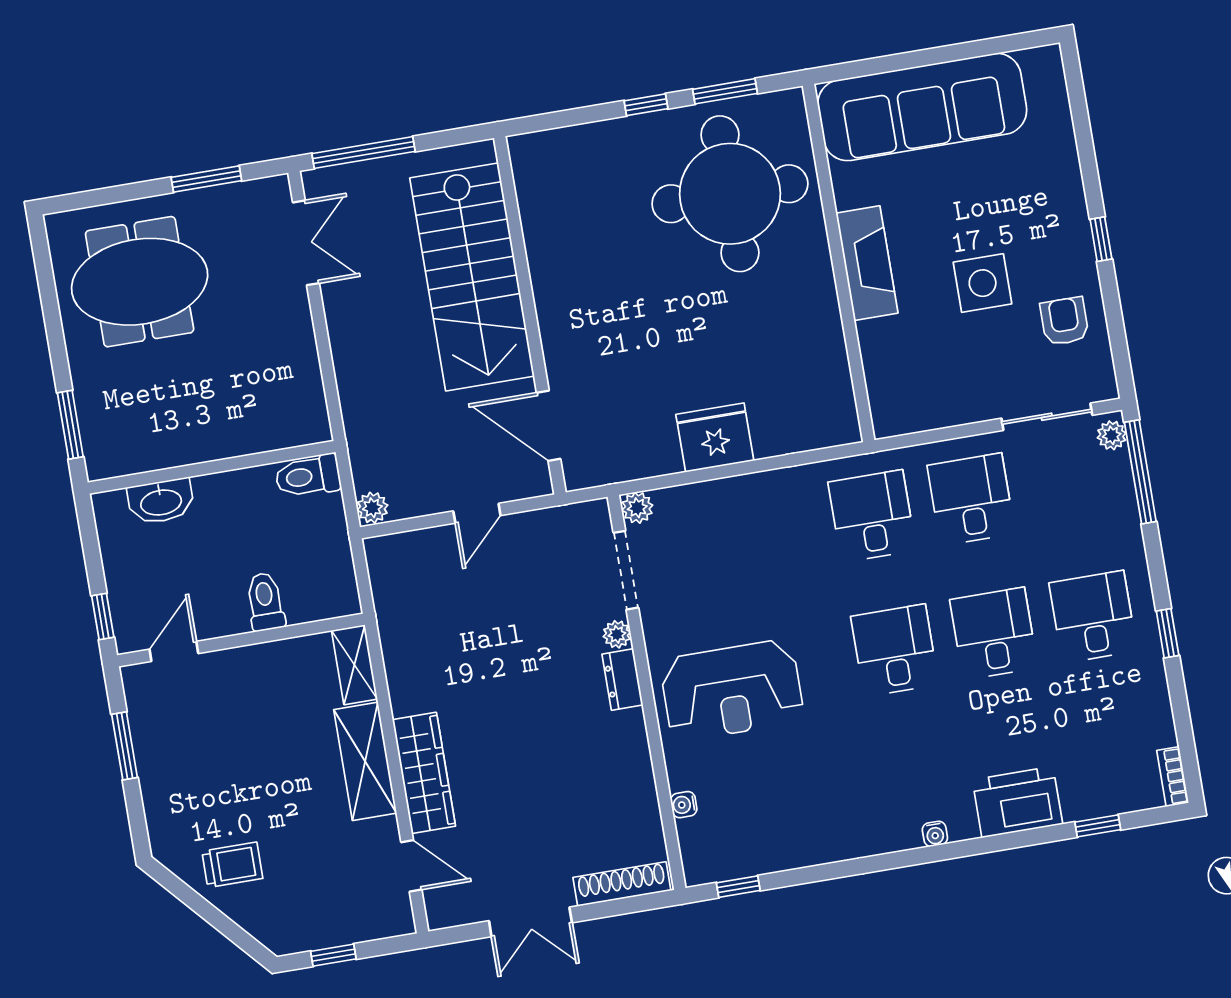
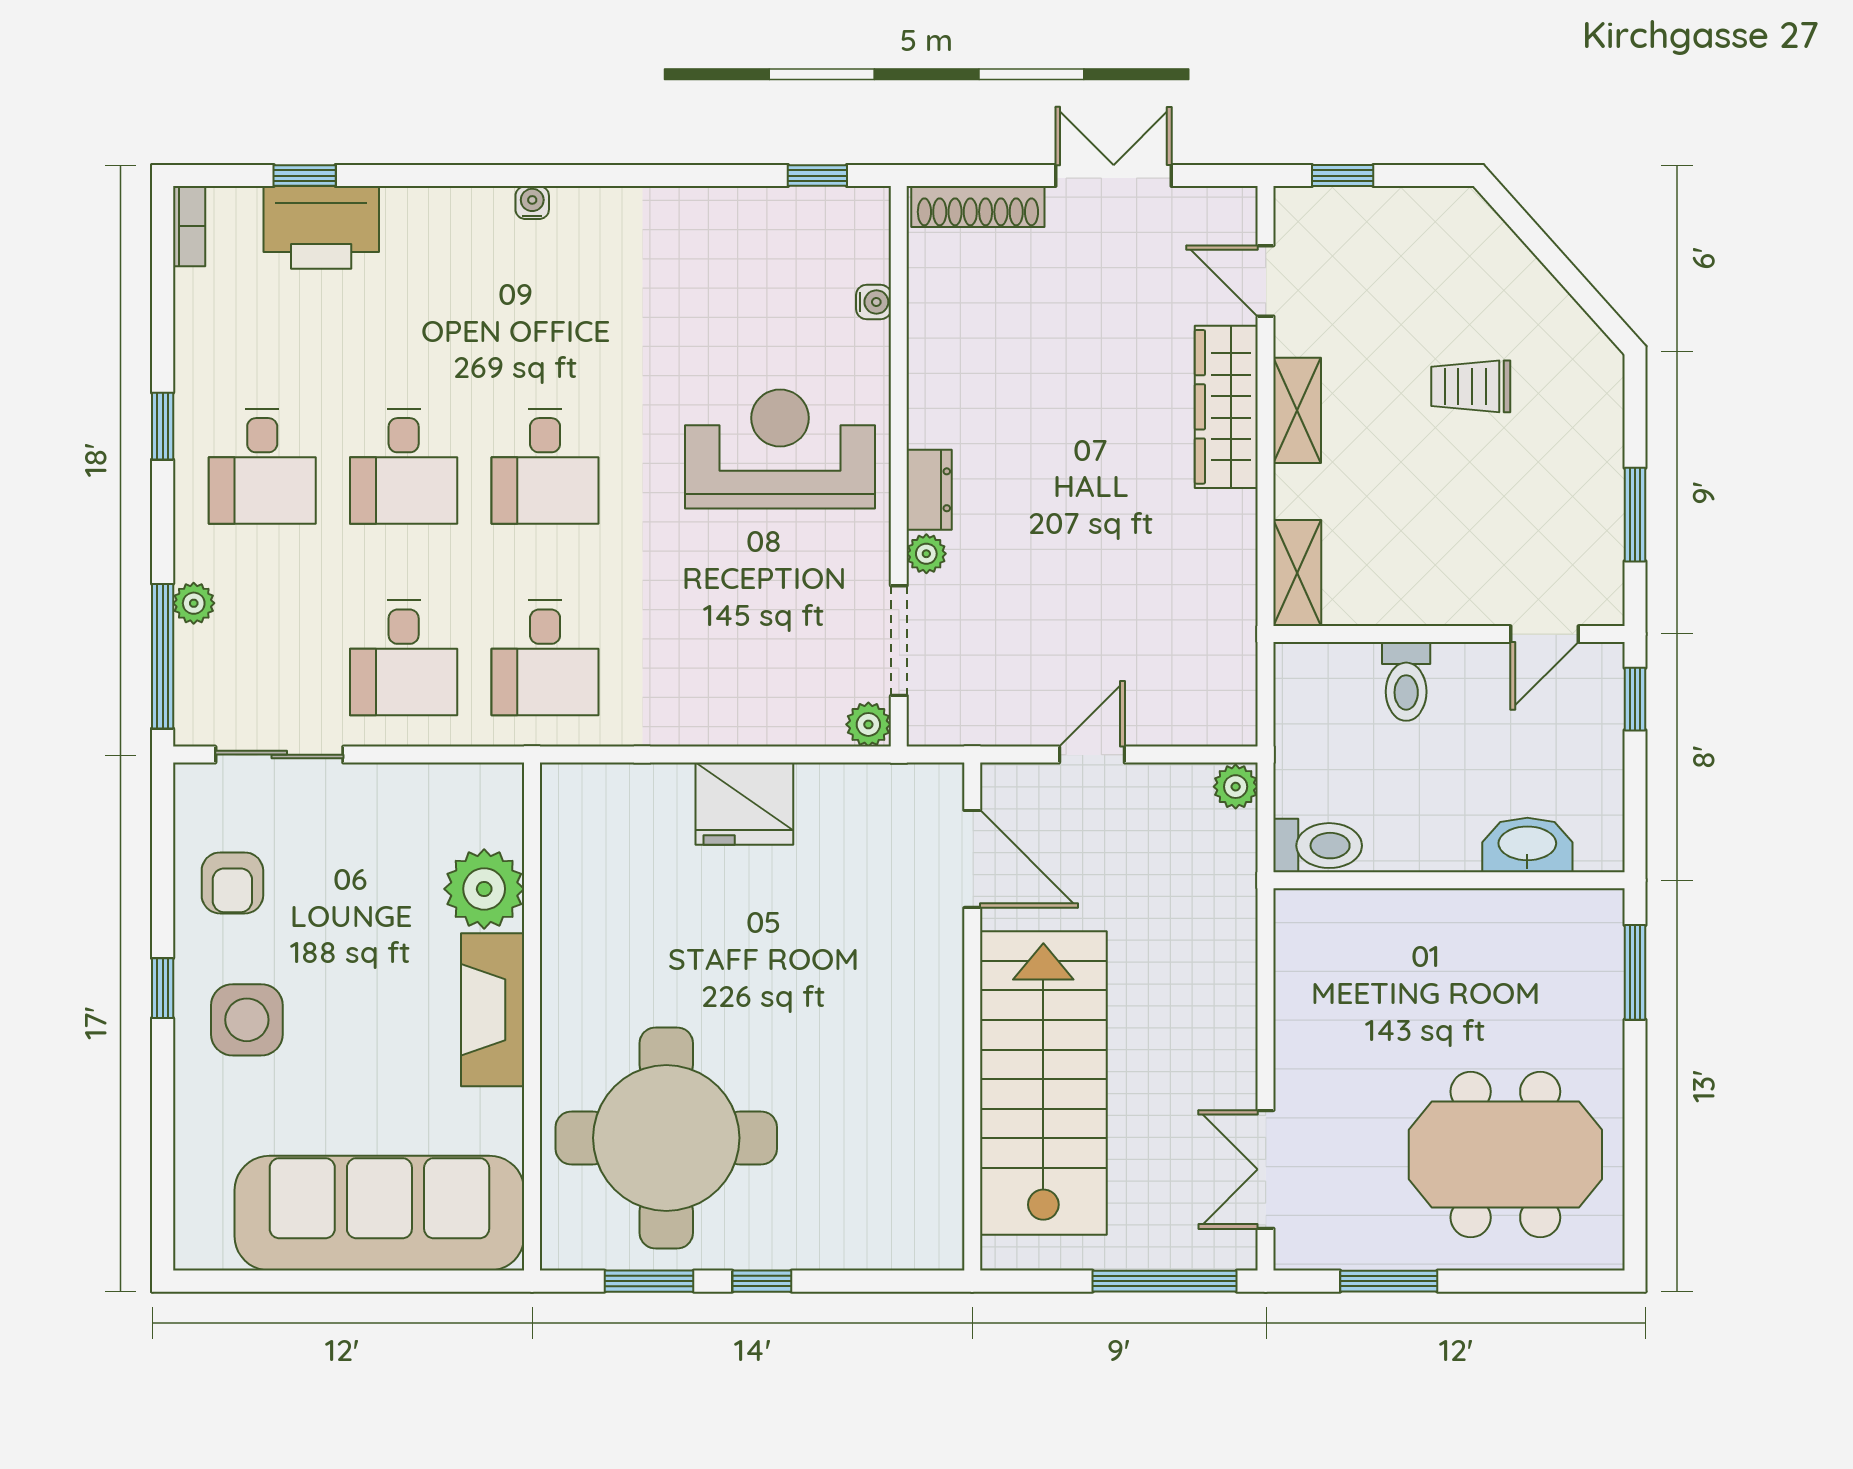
side table: (983, 283) -> (247, 1020), moved
plant: (887, 347) -> (484, 889), added
plant: (1112, 435) -> (194, 603), moved
shelving: (365, 761) -> (1297, 410), width x0.67, depth x0.75
printer: (1017, 802) -> (321, 227), moved
trolley: (232, 865) -> (1471, 386), moved
window: (333, 955) -> (1343, 176), moved

